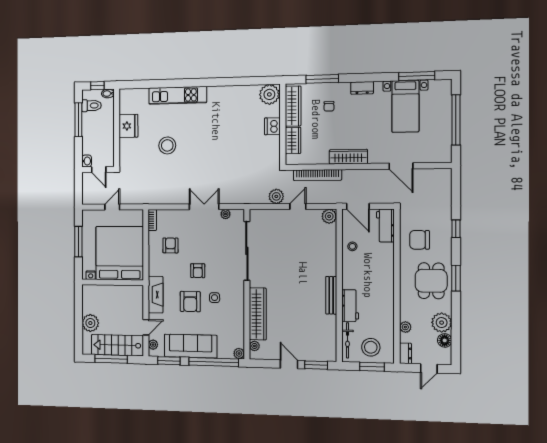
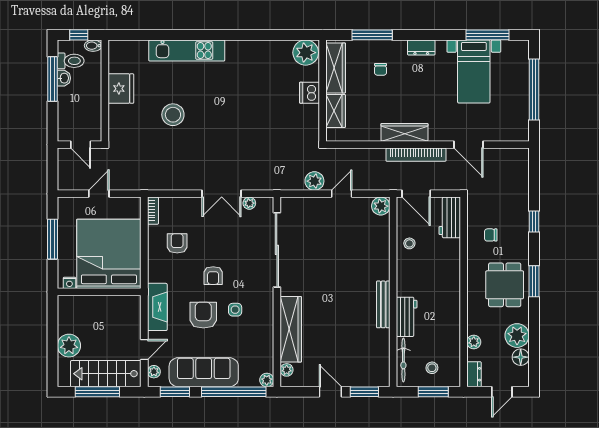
washbasin: (87, 161) -> (64, 78), moved
bookcase: (317, 175) -> (416, 155), moved
double door: (204, 207) -> (222, 194), swing flipped
chair: (420, 240) -> (491, 235), width x0.54, depth x0.54
armchair: (190, 302) -> (203, 315), turned 180
stool: (371, 347) -> (432, 368), width x0.53, depth x0.53

